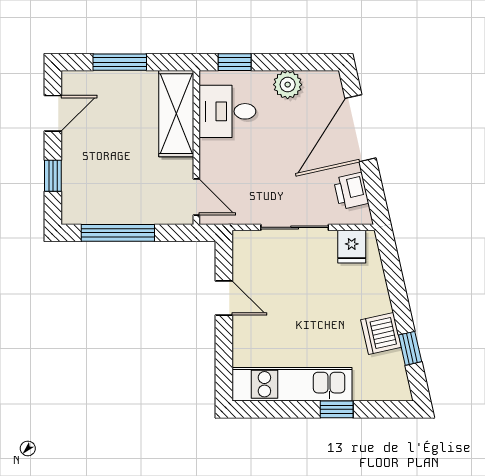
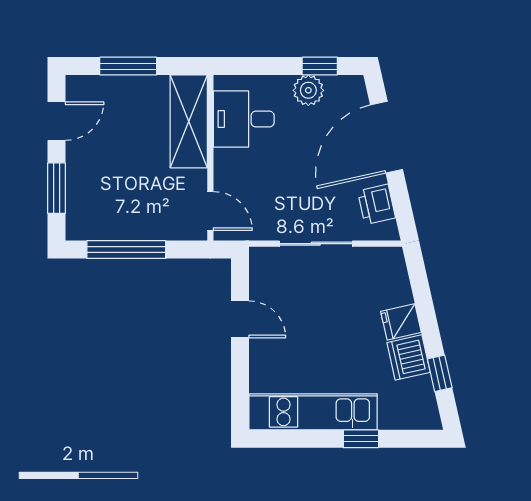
window: (235, 62) -> (320, 66), moved
window: (53, 176) -> (57, 188), width x1.50
fridge: (352, 247) -> (401, 322), moved, turned 77

